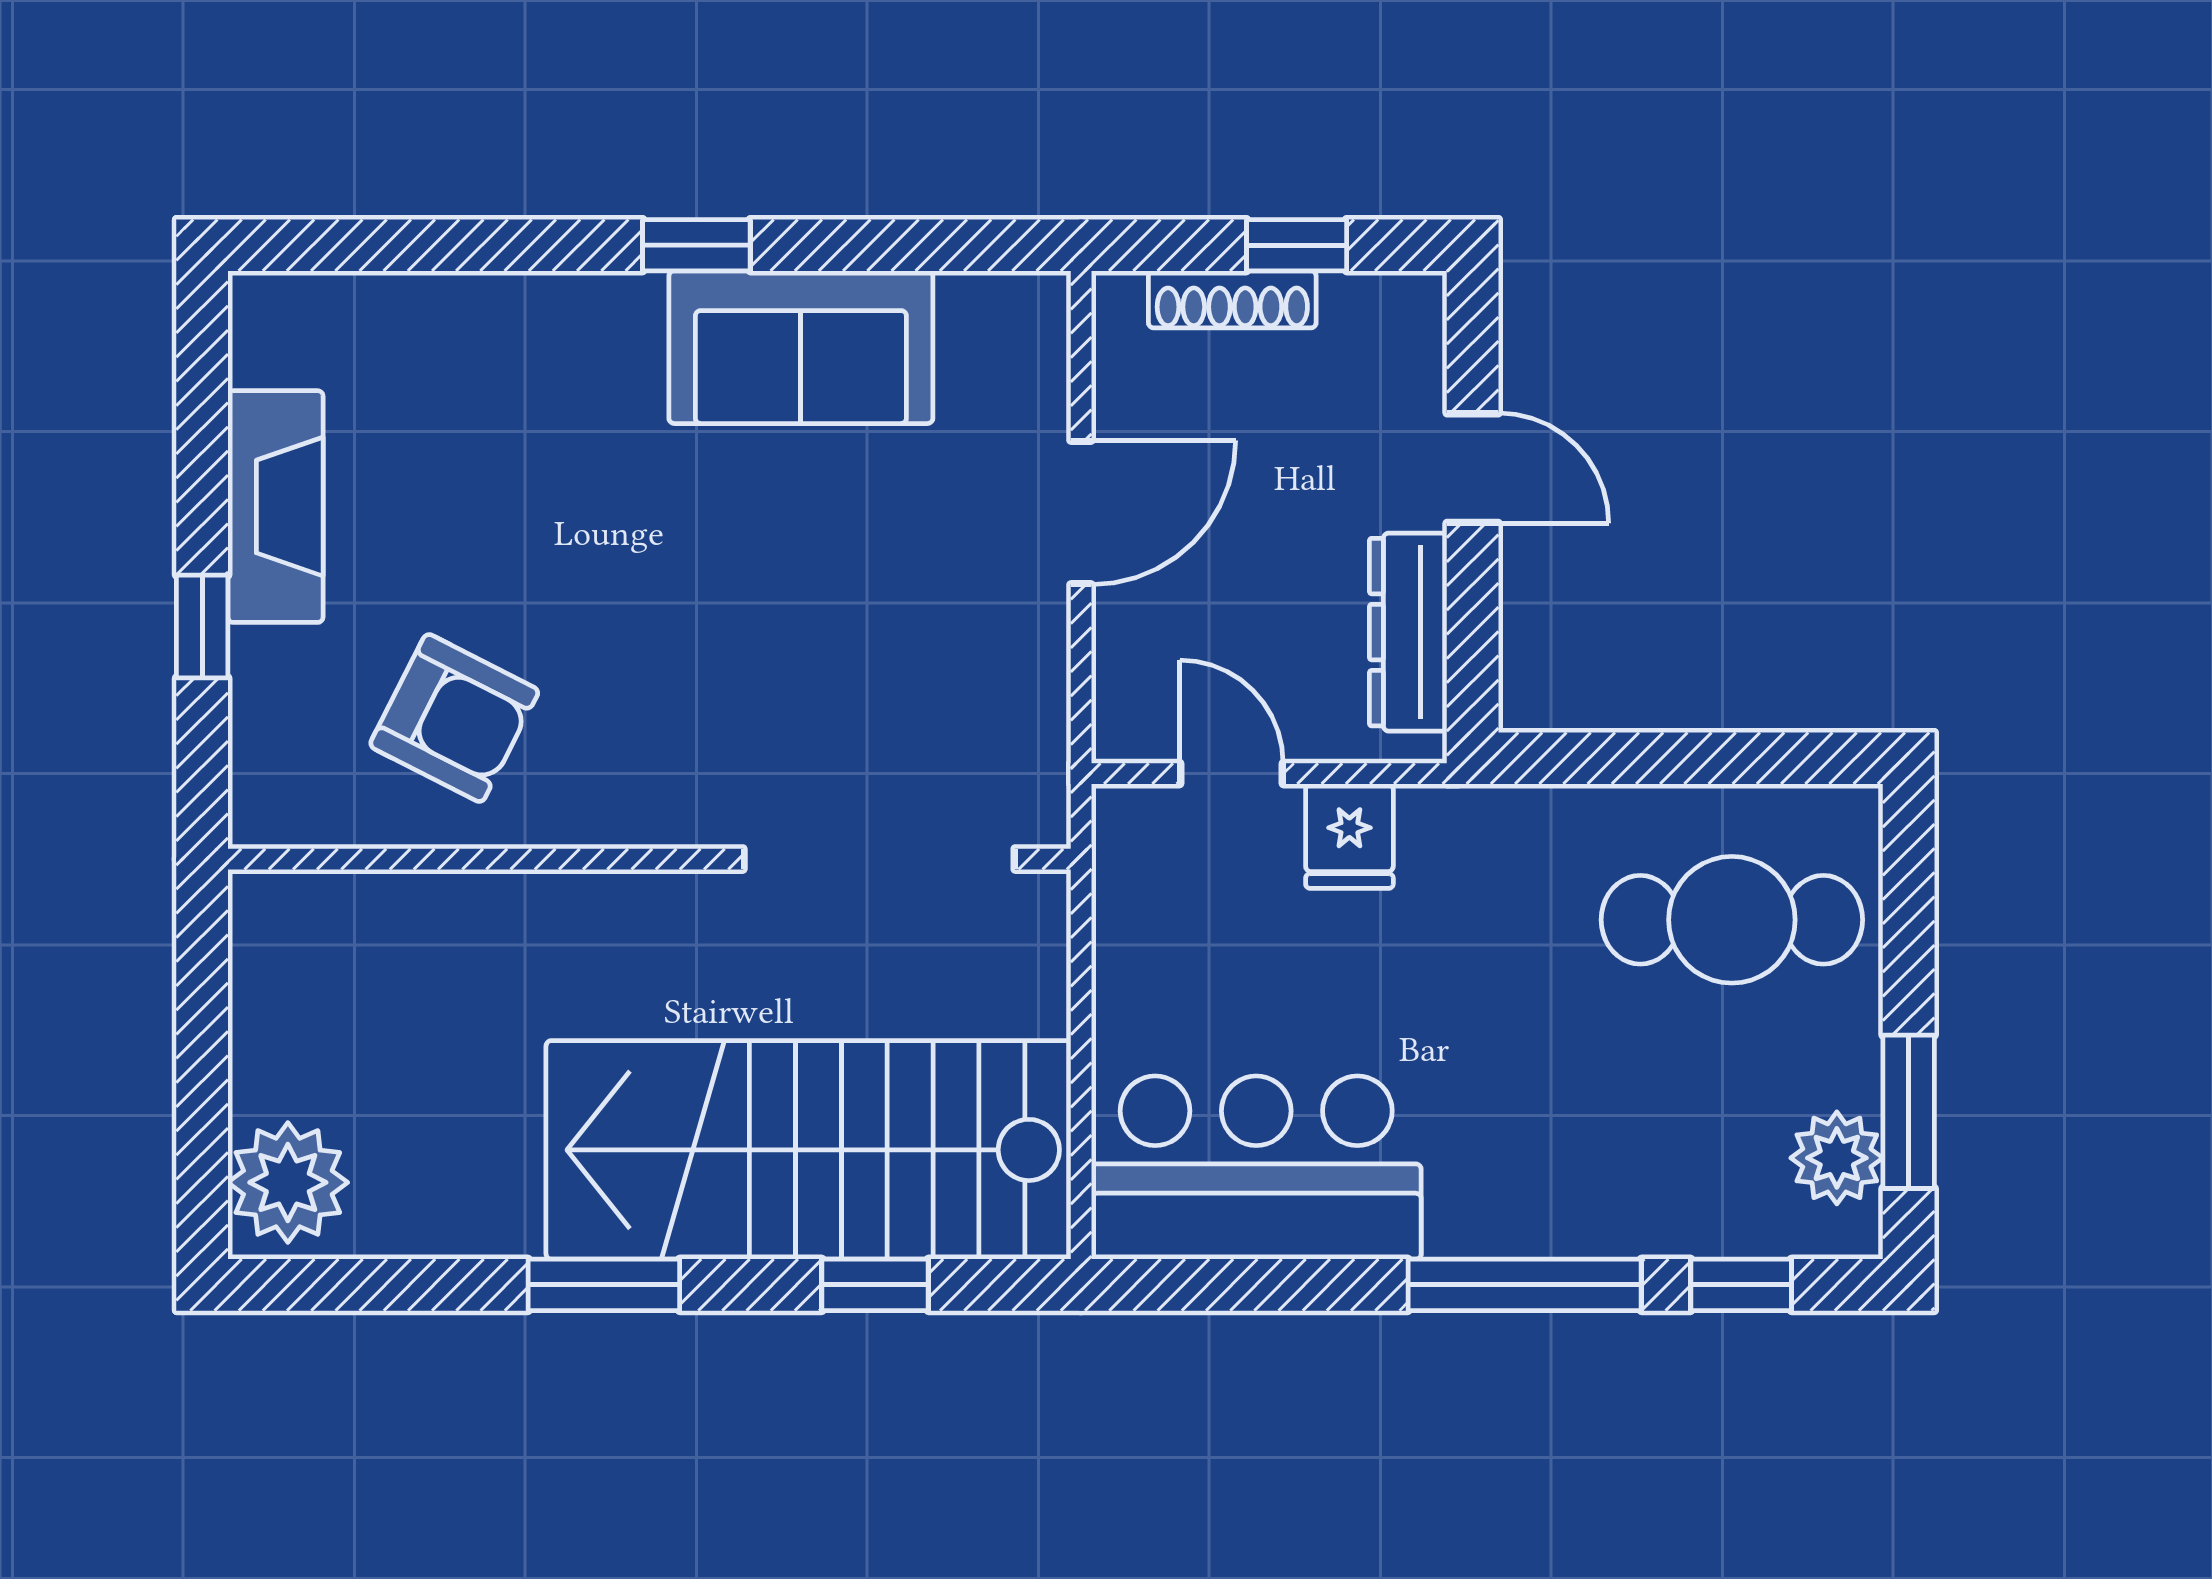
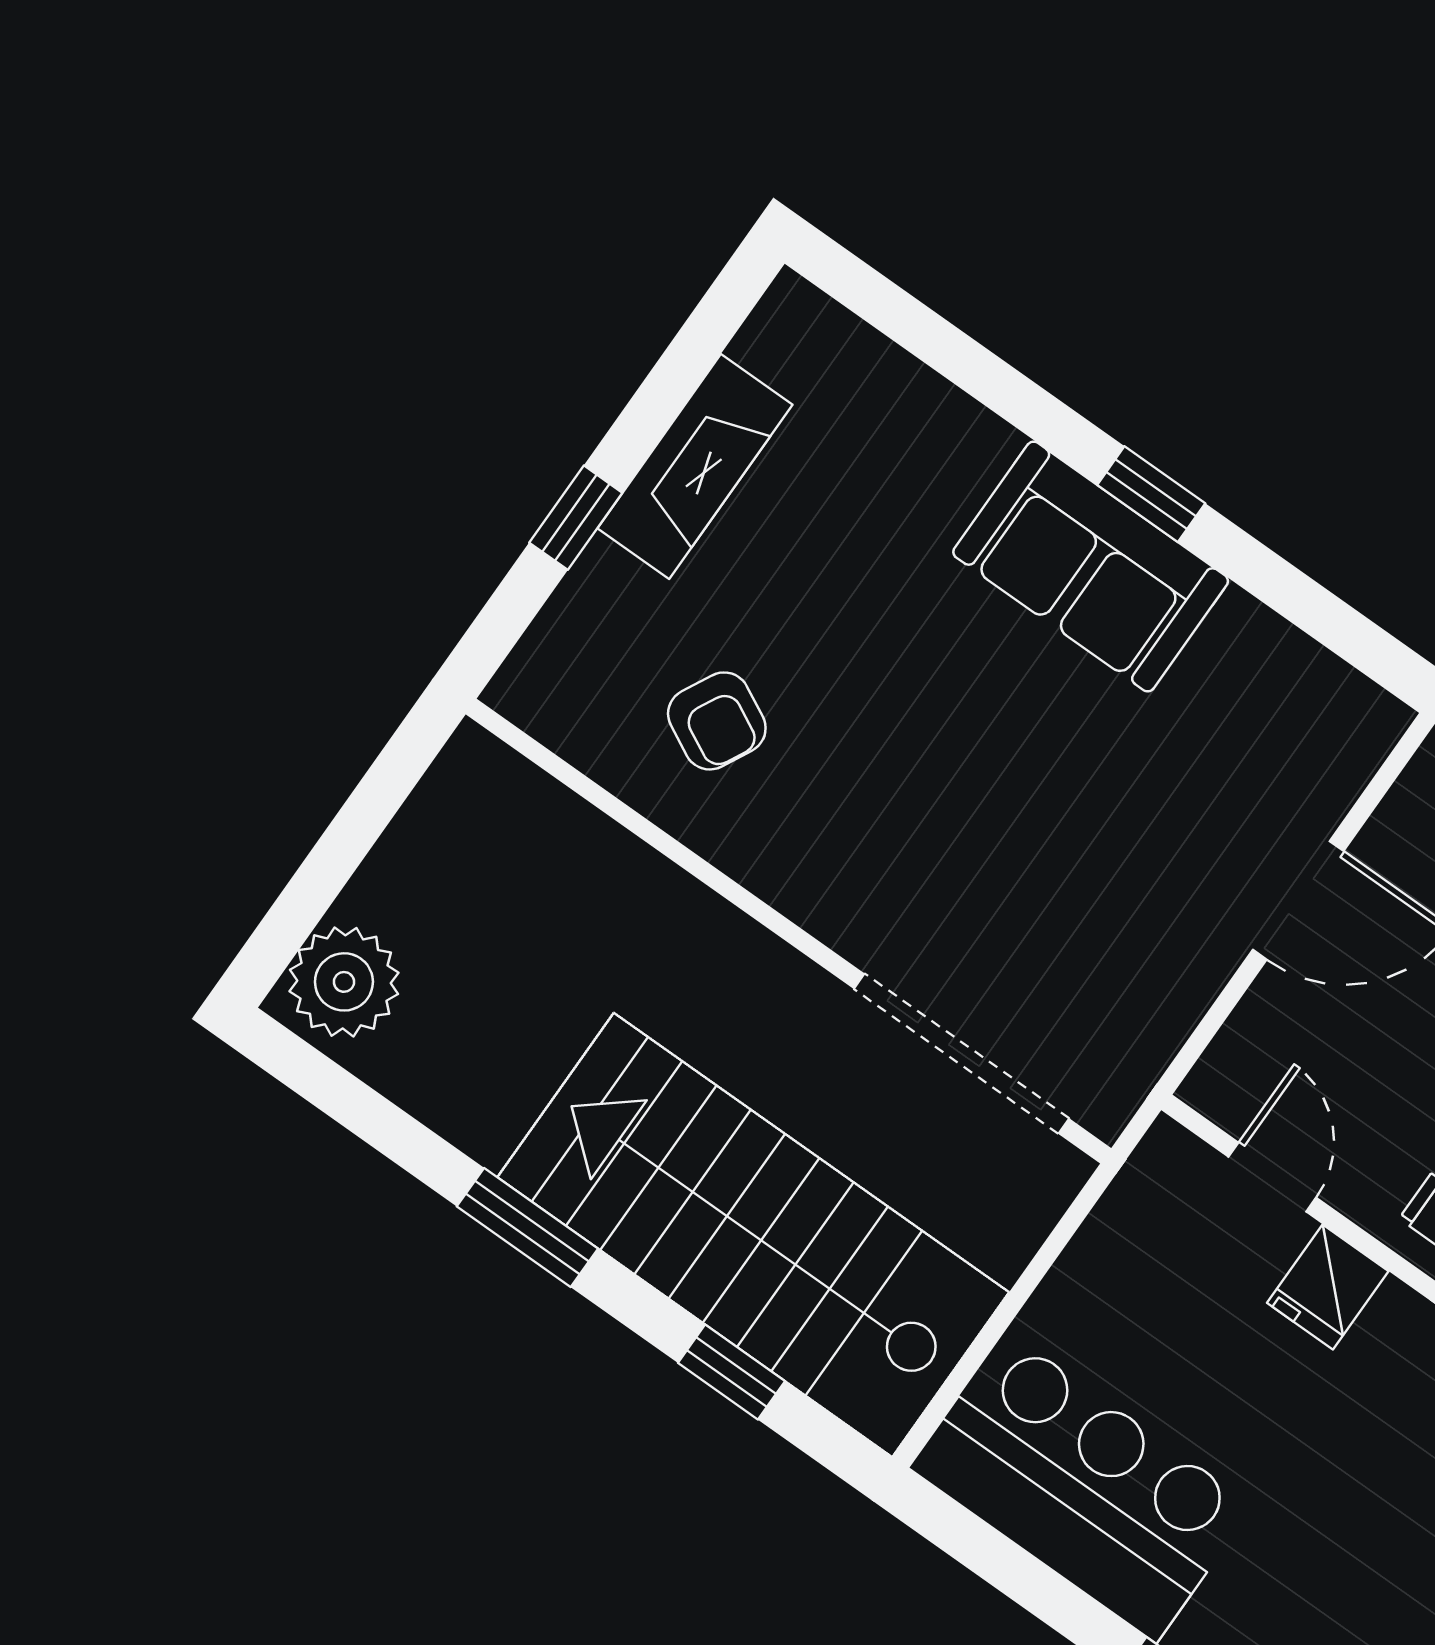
sofa: (801, 347) -> (1091, 567), moved
armchair: (454, 718) -> (717, 721), width x0.72, depth x0.72

